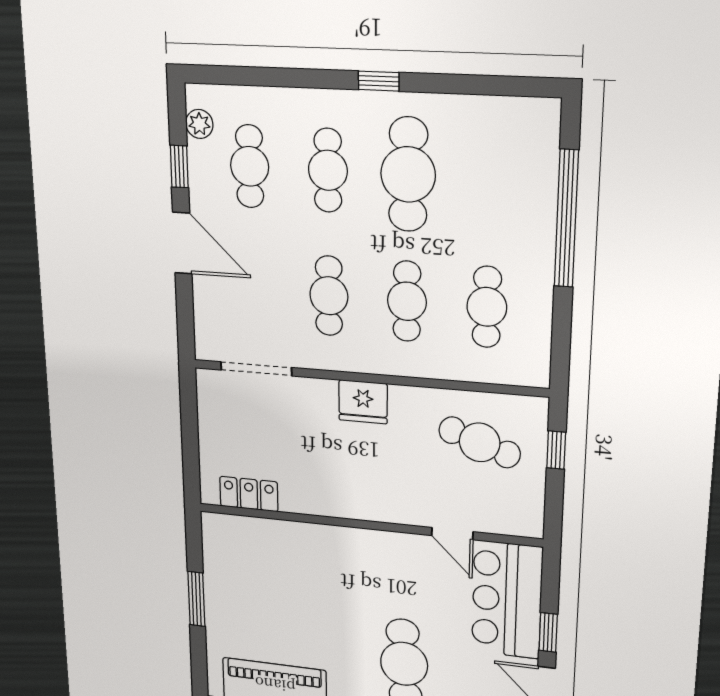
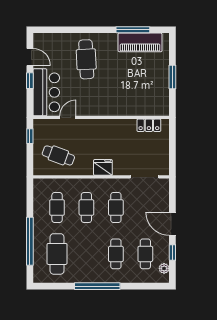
window: (379, 81) -> (97, 286), width x3.17
cafe table: (408, 174) -> (57, 254), moved
window: (556, 450) -> (30, 136), moved
door: (452, 534) -> (68, 117), hinge flipped

